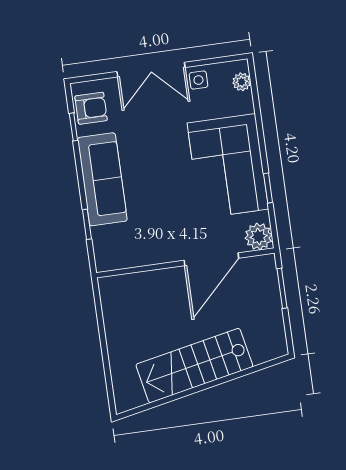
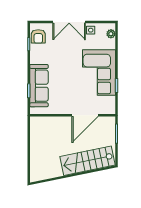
armchair: (91, 108) -> (38, 36), turned 90
sofa: (102, 179) -> (39, 86), moved
plant: (259, 236) -> (109, 108), removed
stairs: (194, 366) -> (87, 161), moved

